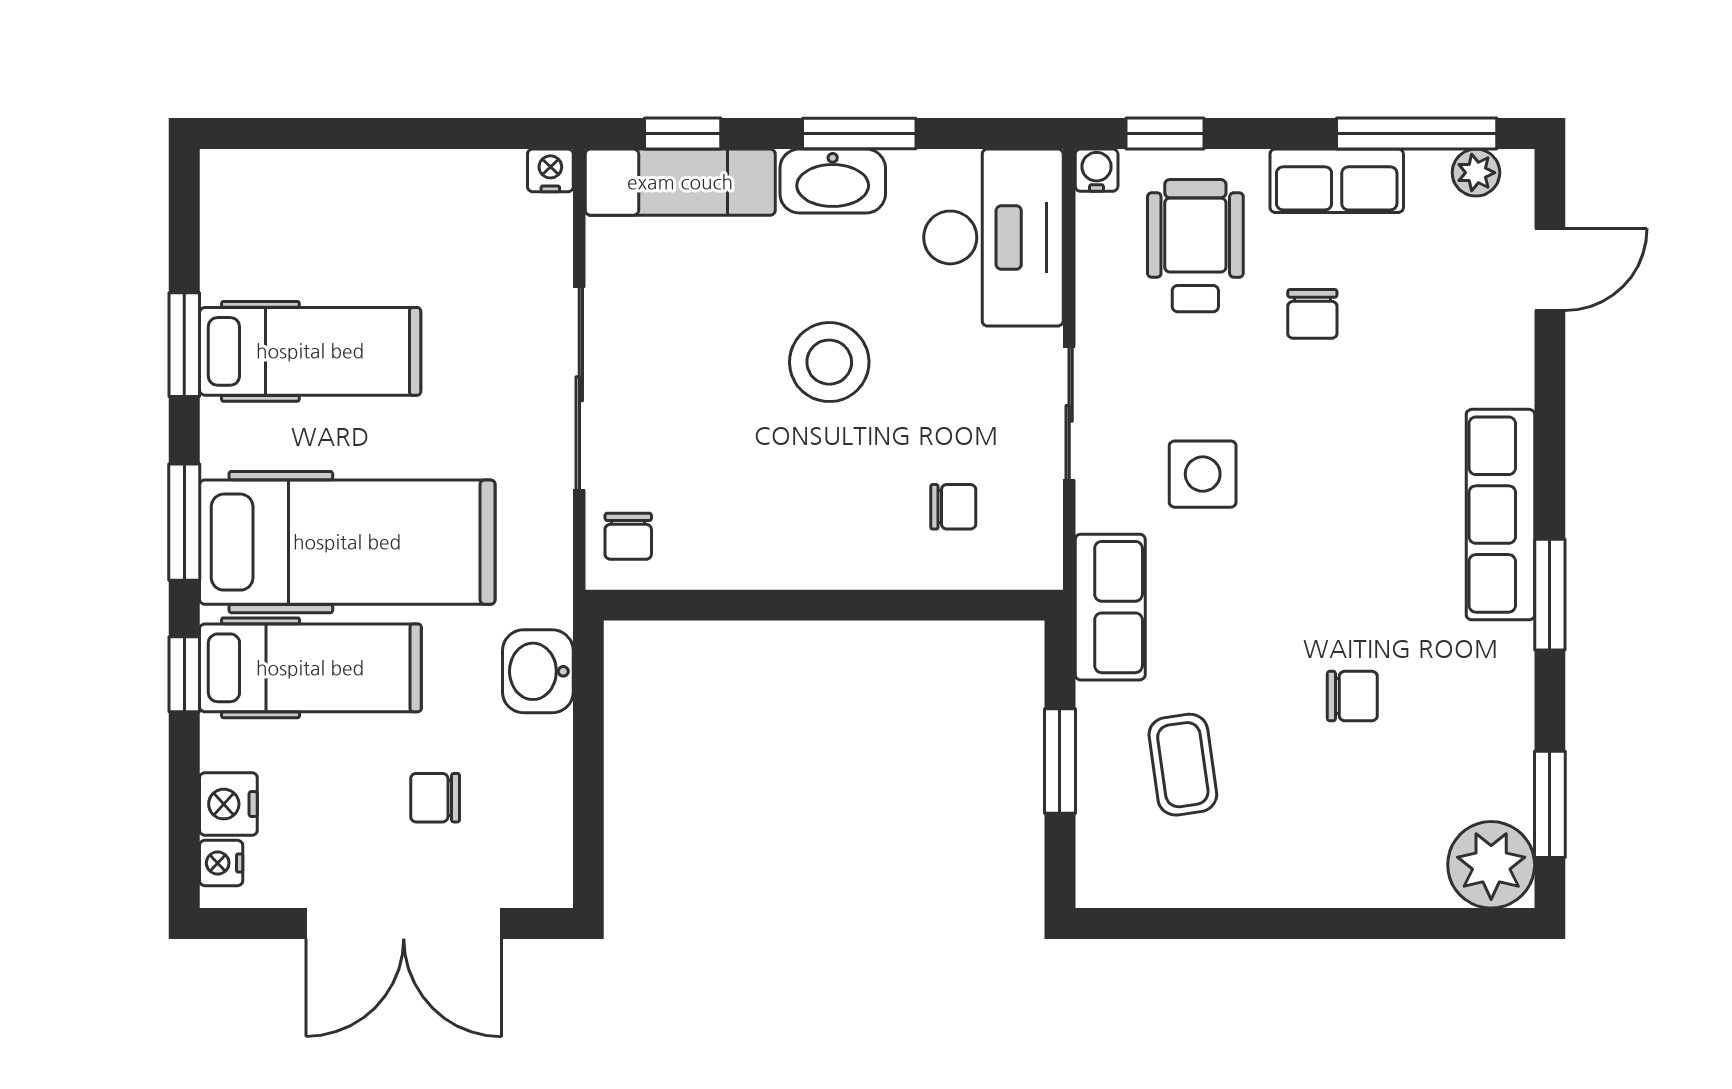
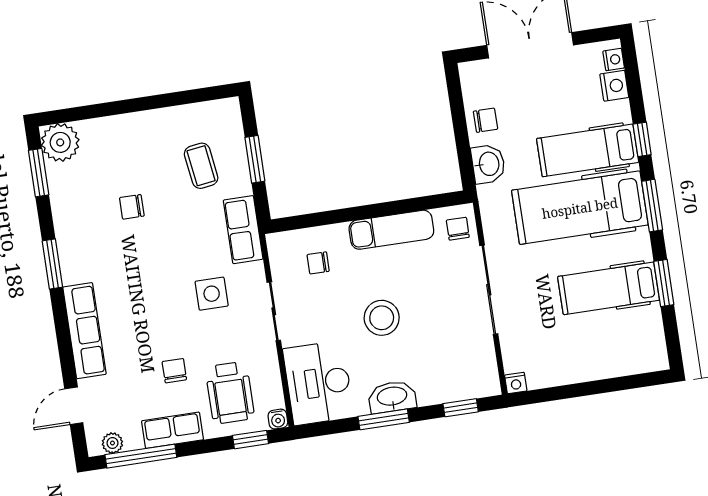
exam couch: (680, 182) -> (391, 230), moved, turned 180
row of seats: (1500, 515) -> (85, 331), moved
chair: (435, 798) -> (485, 120), moved

